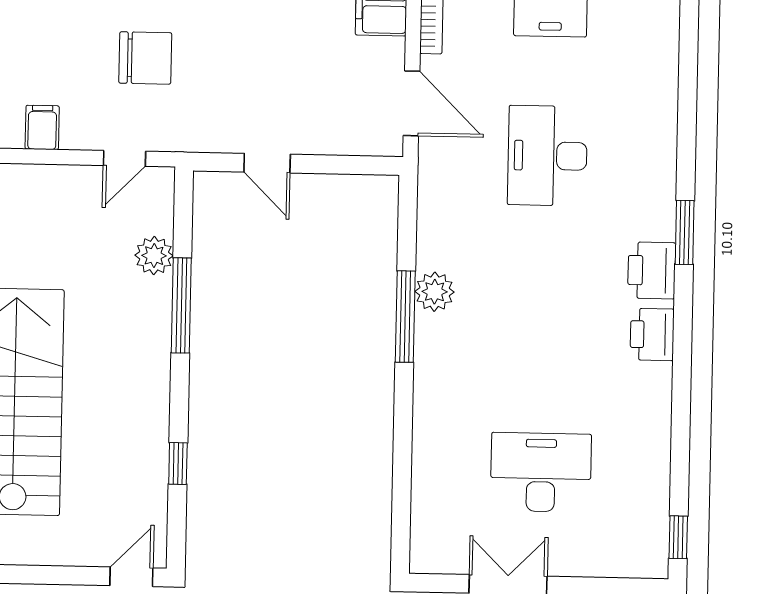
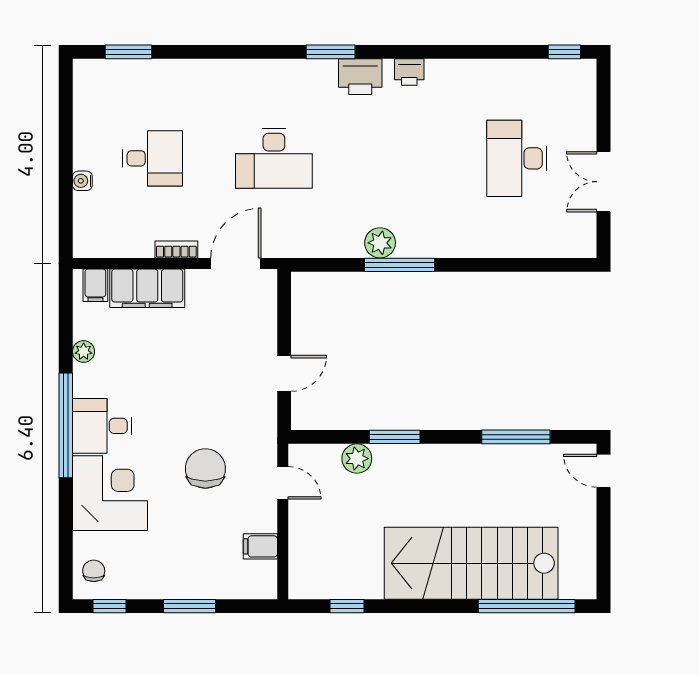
window: (181, 305) -> (395, 437), width x0.69
printer: (652, 334) -> (409, 72), width x0.73, depth x0.81
window: (178, 463) -> (516, 437), width x2.17

